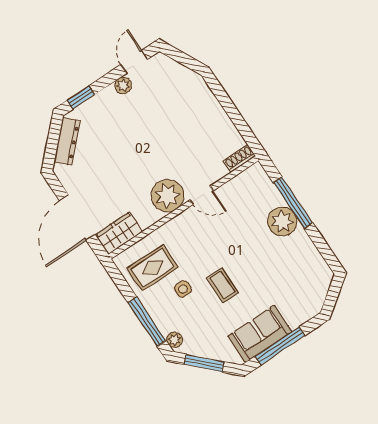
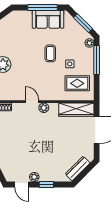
door: (134, 62) -> (22, 184), hinge flipped
window: (81, 97) -> (46, 184), moved
plant: (167, 196) -> (44, 108), width x0.53, depth x0.53
wardrobe: (119, 233) -> (76, 110), width x1.50

